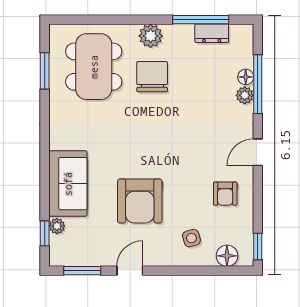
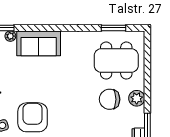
chair: (152, 77) -> (110, 99), turned 180
armchair: (140, 201) -> (33, 117), moved, turned 90

